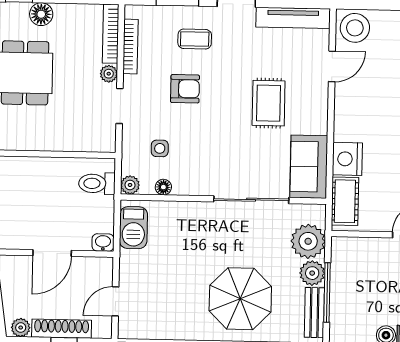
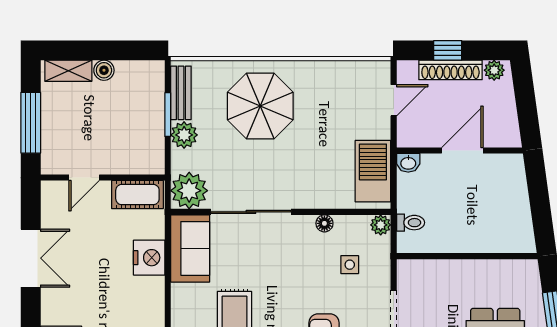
toilet: (97, 183) -> (411, 223), width x0.73, depth x0.72
floor lamp: (163, 187) -> (324, 223), moved
cot: (345, 201) -> (137, 195), moved, turned 90
barbecue: (133, 228) -> (373, 171), width x1.37, depth x1.21
plant: (308, 241) -> (189, 191), moved
window: (327, 292) -> (168, 115), width x0.69

